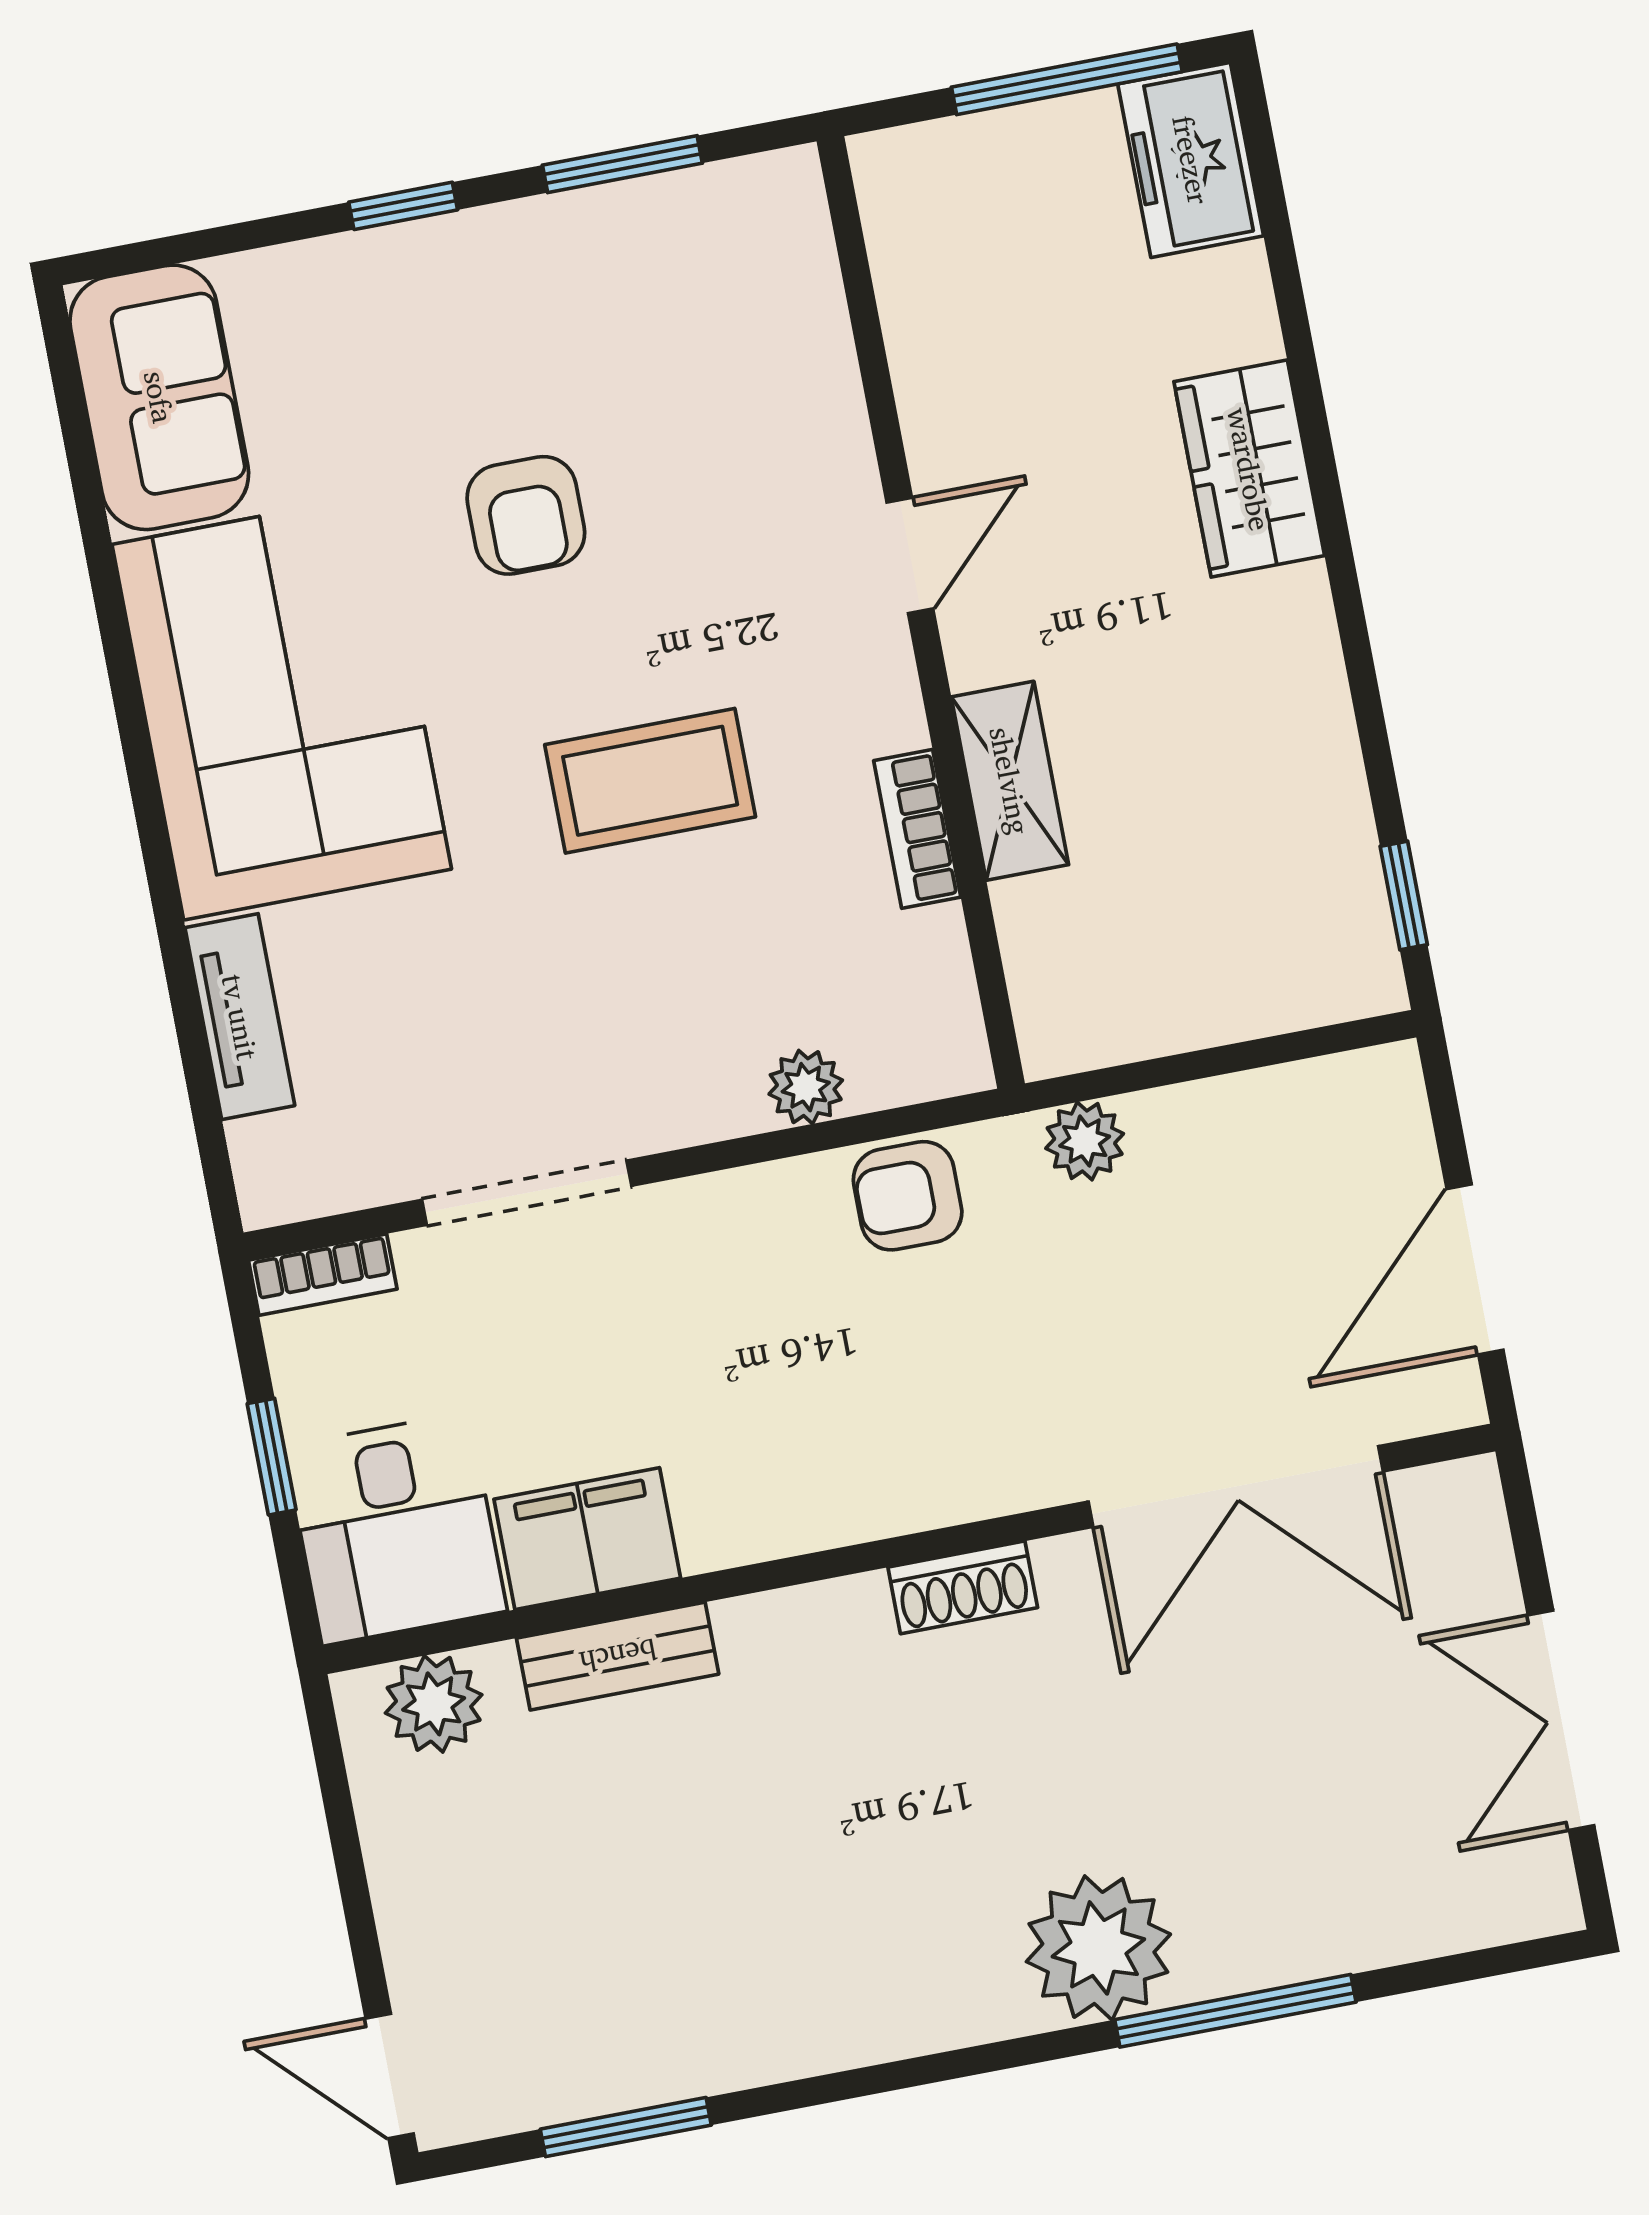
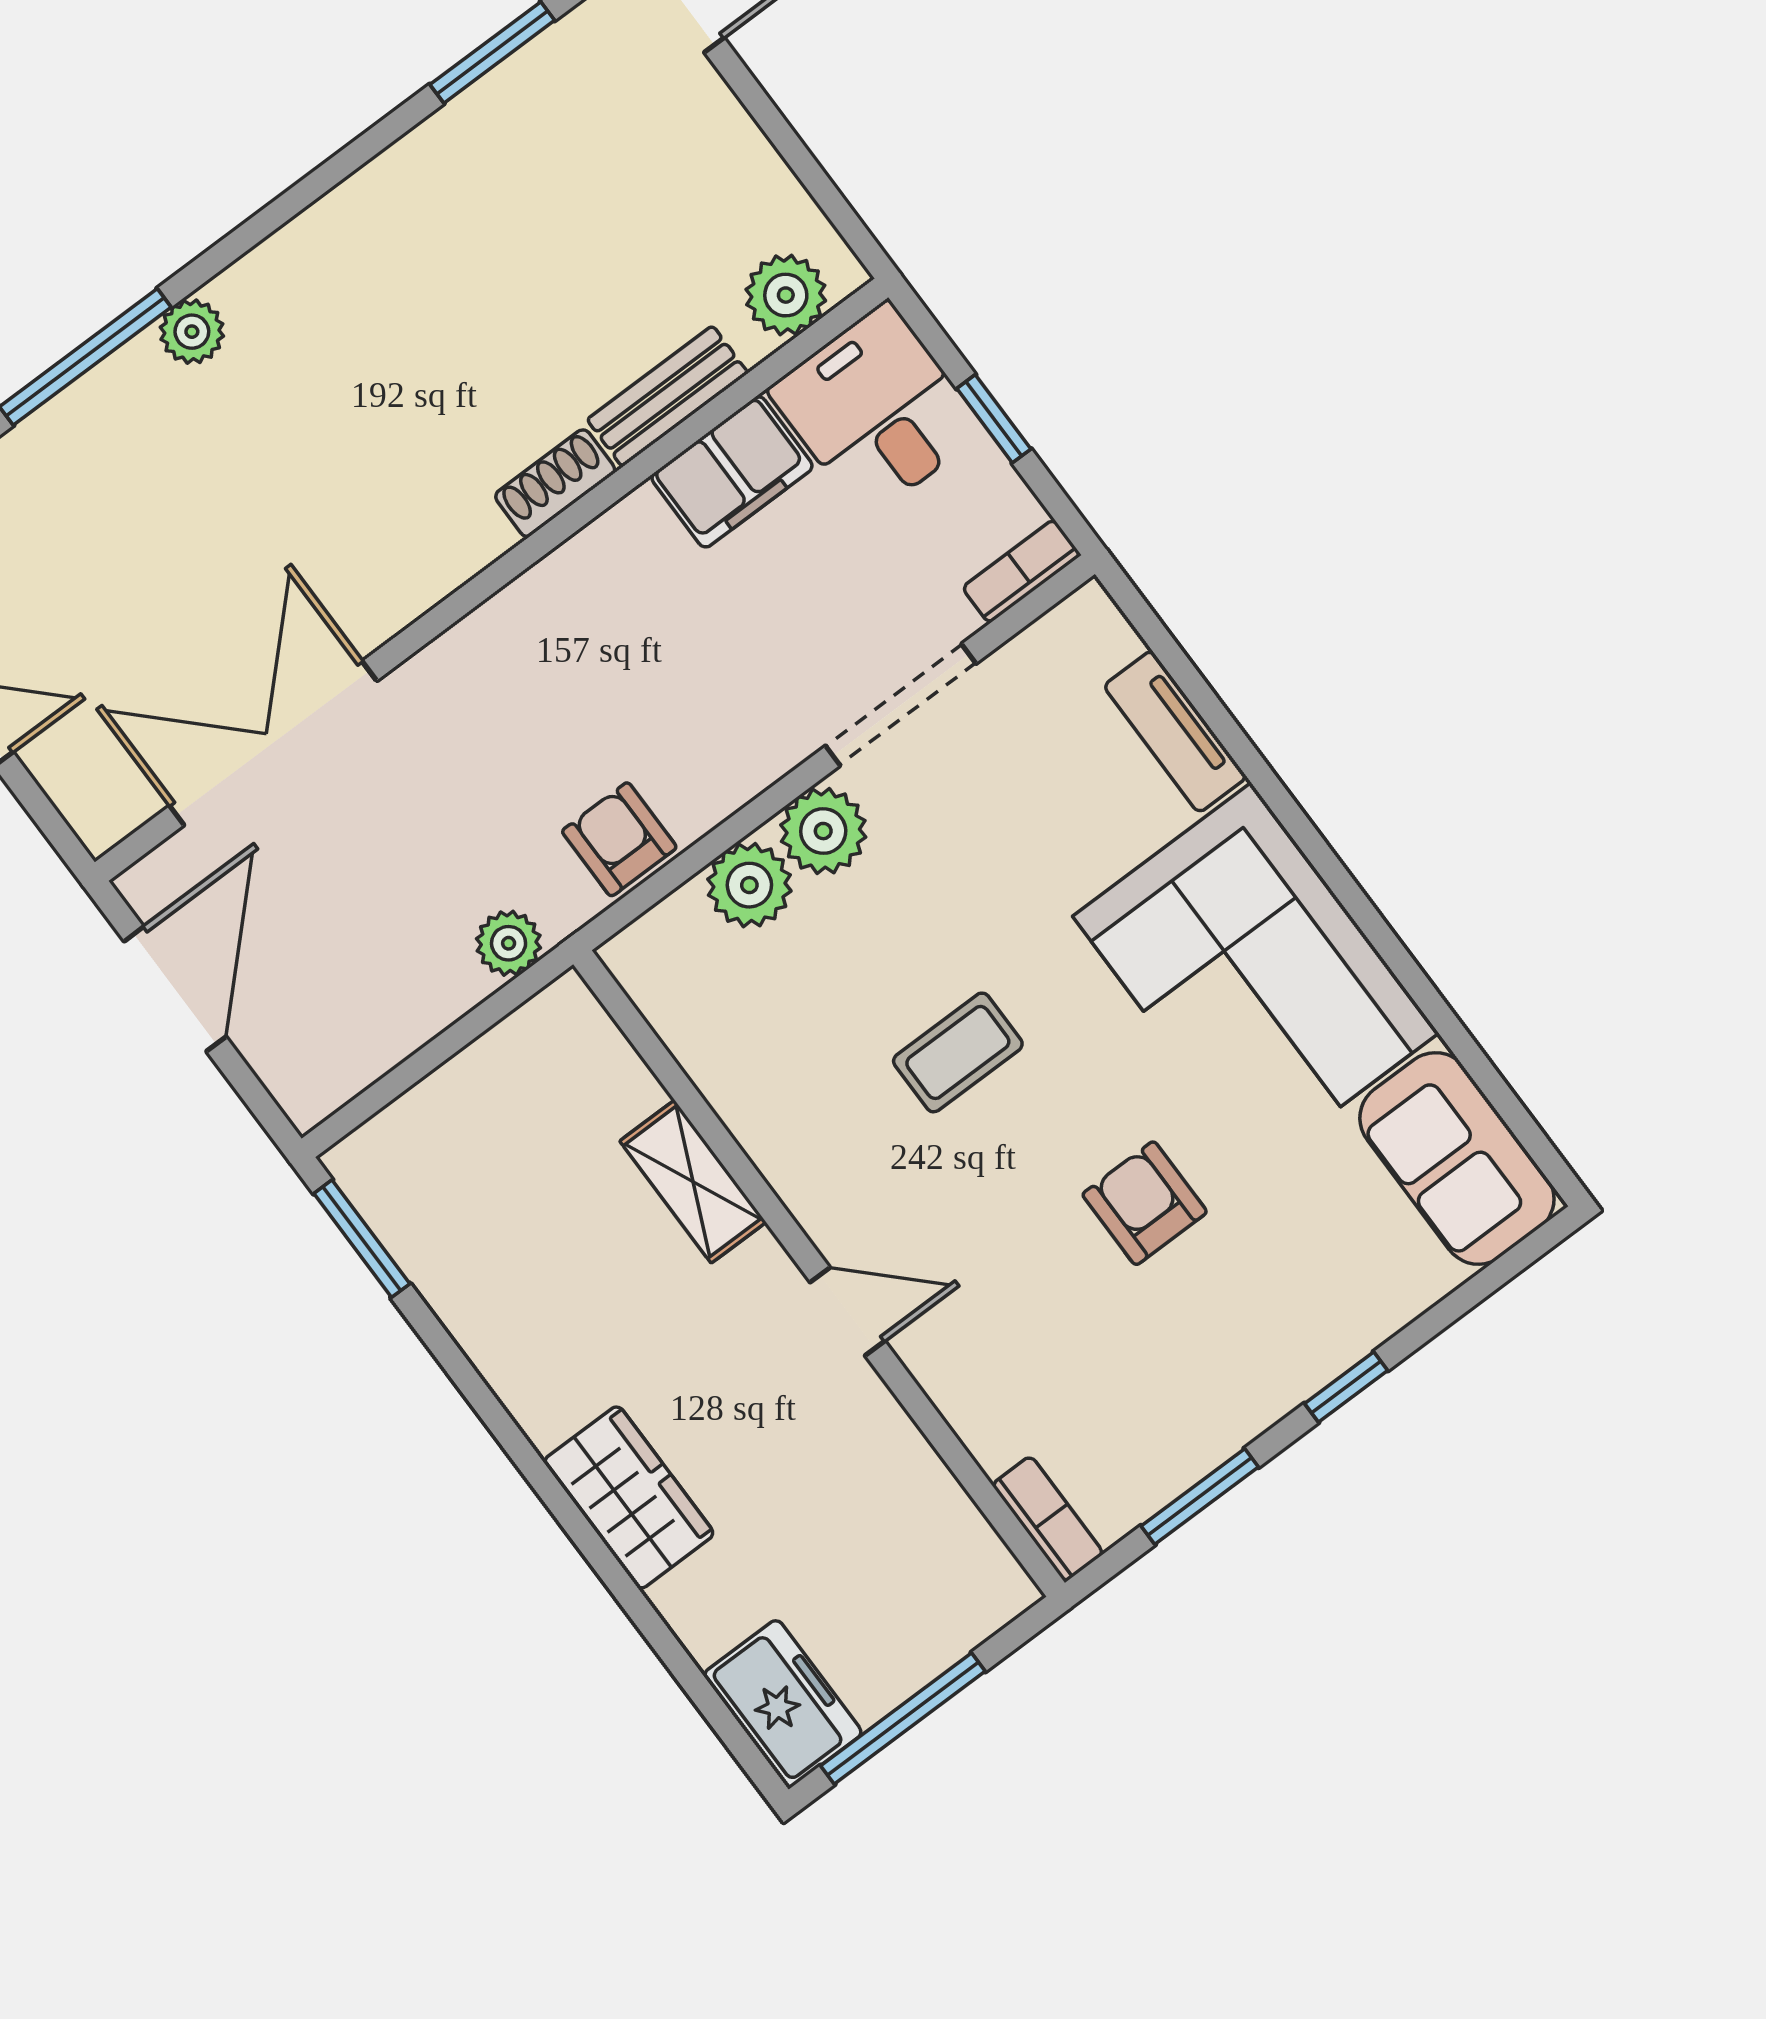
door: (910, 556) -> (847, 1312), swing flipped
coffee table: (650, 781) -> (958, 1052), width x0.73, depth x0.77
bookcase: (917, 829) -> (1048, 1519), moved
window: (1404, 895) -> (362, 1239), width x1.50
plant: (806, 1087) -> (749, 885), width x1.38, depth x1.38
plant: (679, 1096) -> (823, 831), added
armchair: (908, 1196) -> (619, 839), turned -90
shoe rack: (963, 1587) -> (555, 483), moved
plant: (1098, 1948) -> (192, 332), width x0.53, depth x0.53

